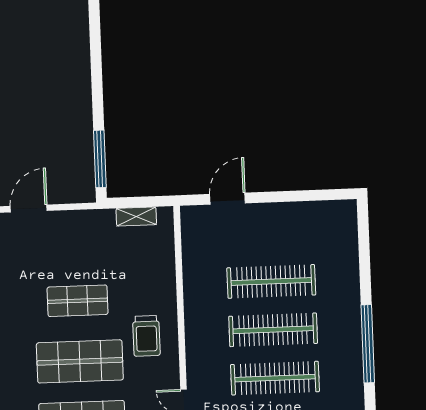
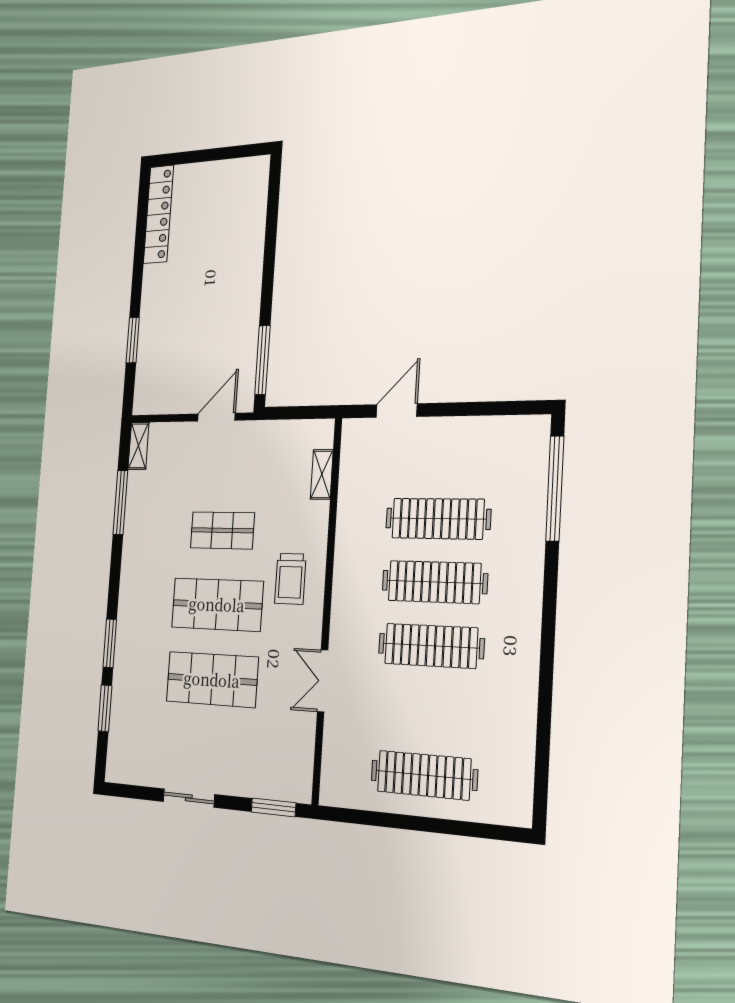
door: (29, 208) -> (216, 417), moved
shelving: (136, 216) -> (322, 474), moved, turned 90
window: (368, 344) -> (555, 488), moved

